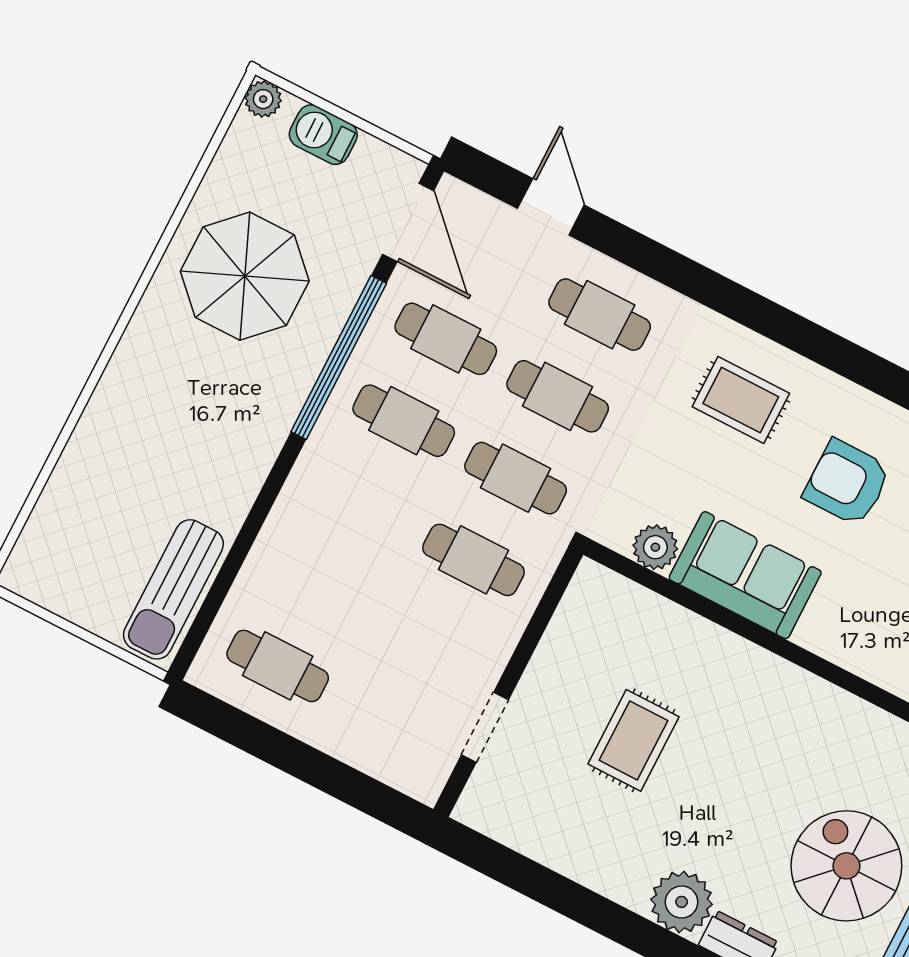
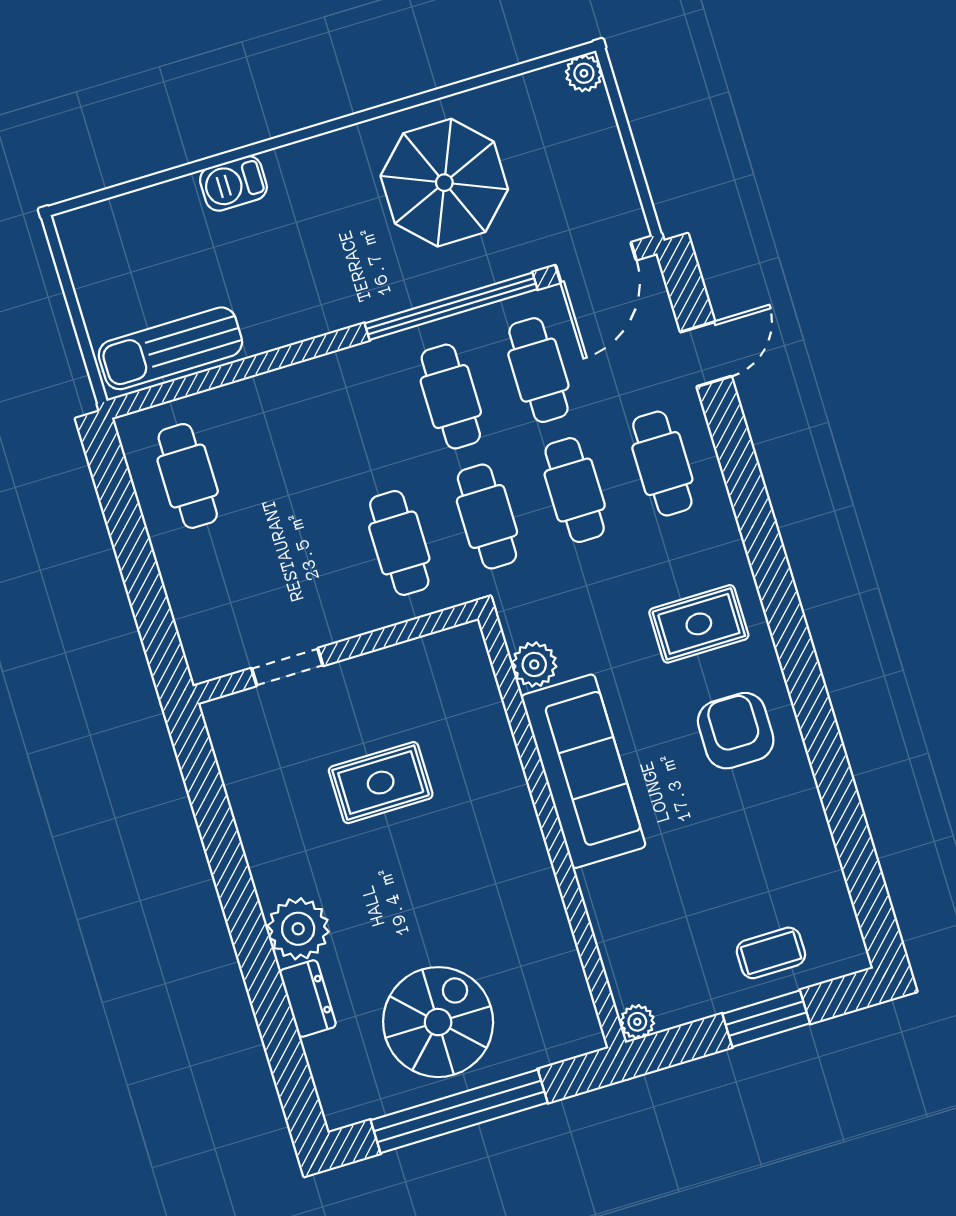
barbecue: (323, 135) -> (233, 183), moved, turned -90
rug: (741, 400) -> (699, 624), turned 90
armchair: (847, 483) -> (736, 731), moved
sofa: (745, 575) -> (583, 771), width x1.36

